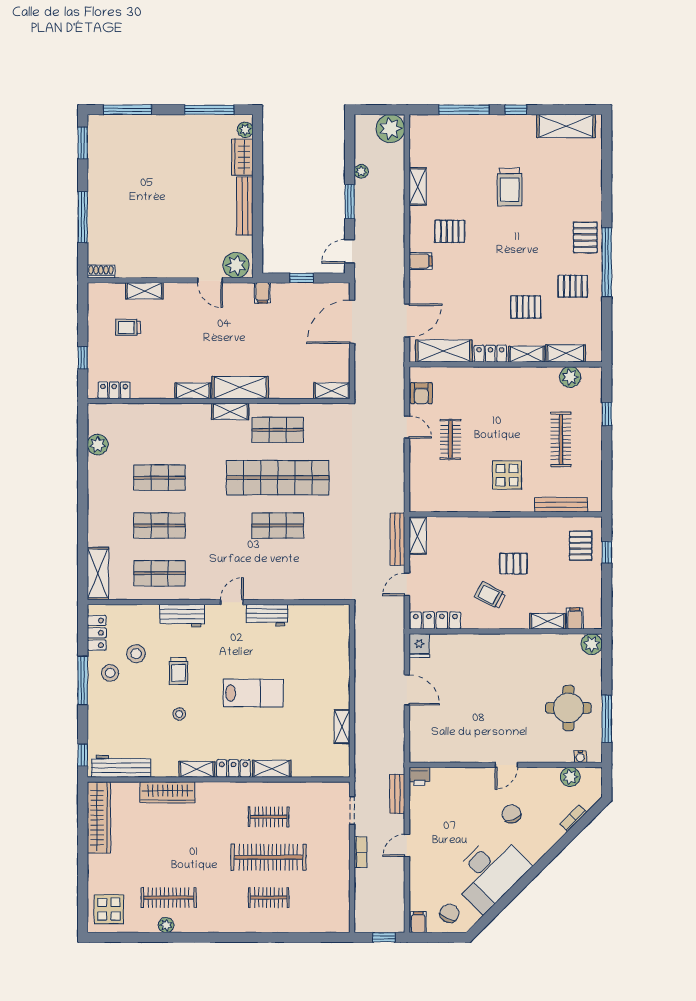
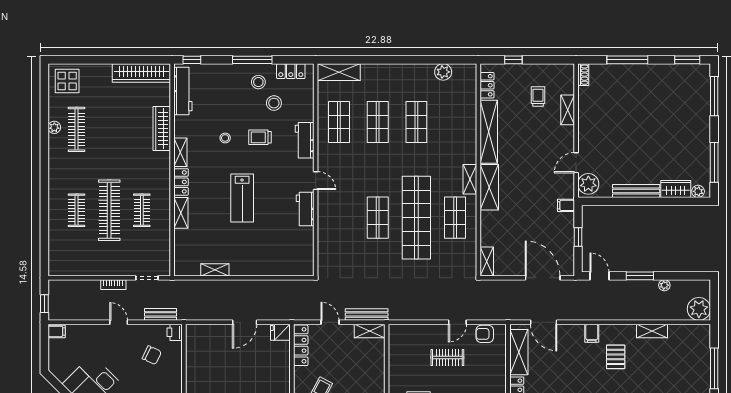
shelving: (193, 391) -> (489, 132), width x2.20, depth x1.33
chair: (449, 913) -> (152, 355), moved

